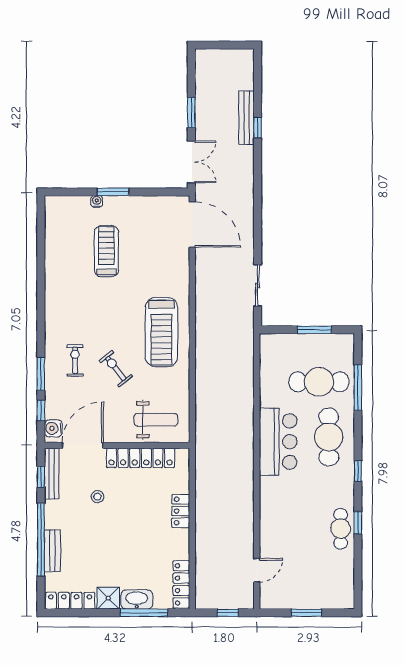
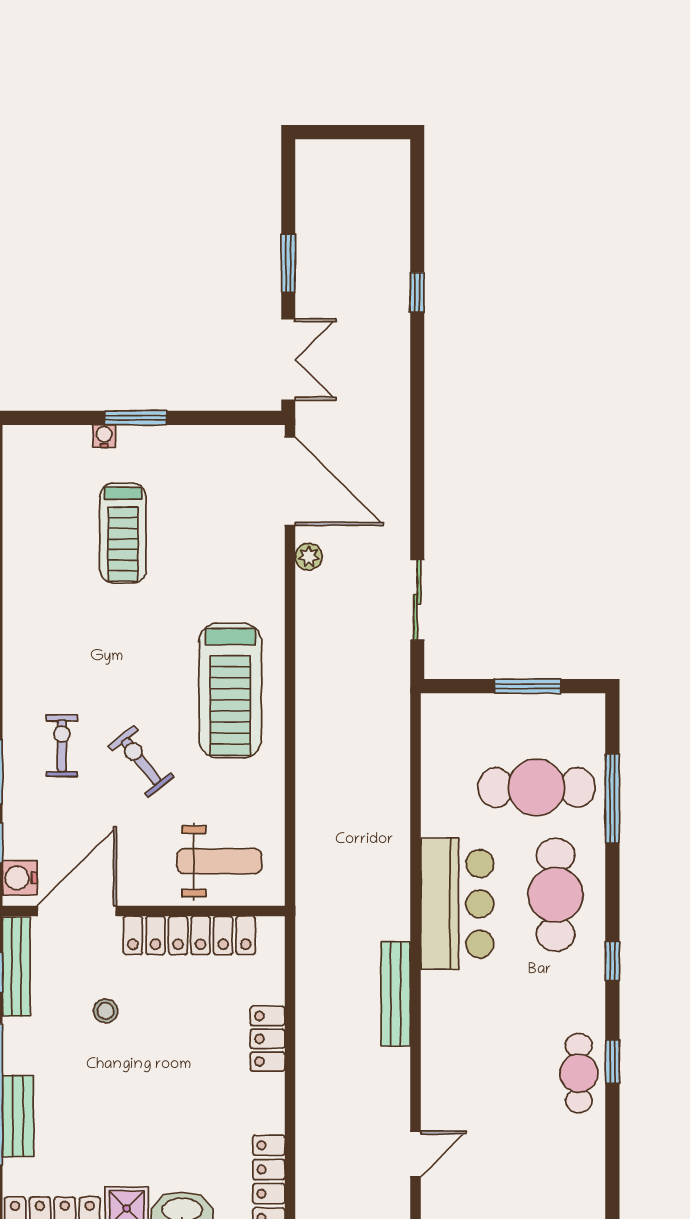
bench: (246, 118) -> (396, 994), moved
treadmill: (106, 251) -> (123, 533), turned 180
plant: (202, 263) -> (309, 557), added

